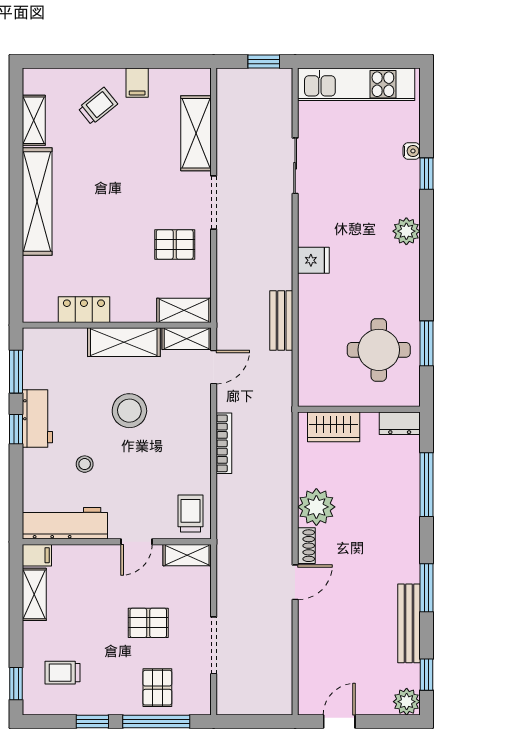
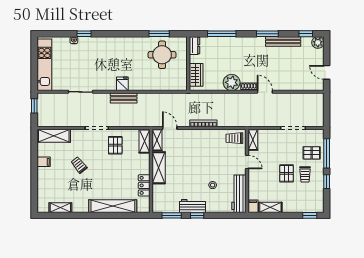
trolley: (98, 106) -> (79, 165), moved
shelving: (196, 133) -> (54, 136), moved
shelving: (37, 201) -> (113, 206), moved
plant: (406, 231) -> (109, 43), removed
bench: (281, 320) -> (124, 98), moved
stool: (129, 411) -> (189, 165), removed
pallet: (148, 623) -> (287, 173), moved
trolley: (63, 673) -> (305, 174), moved

